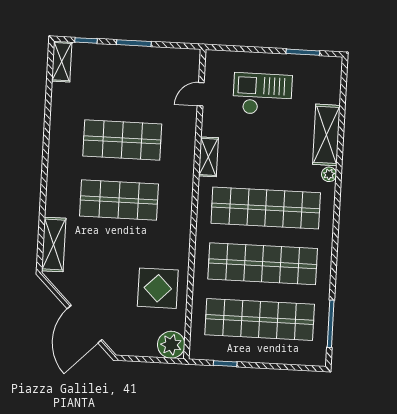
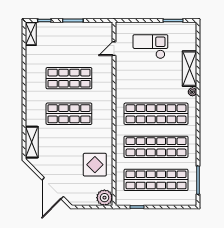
shelving: (208, 157) -> (121, 85), removed

